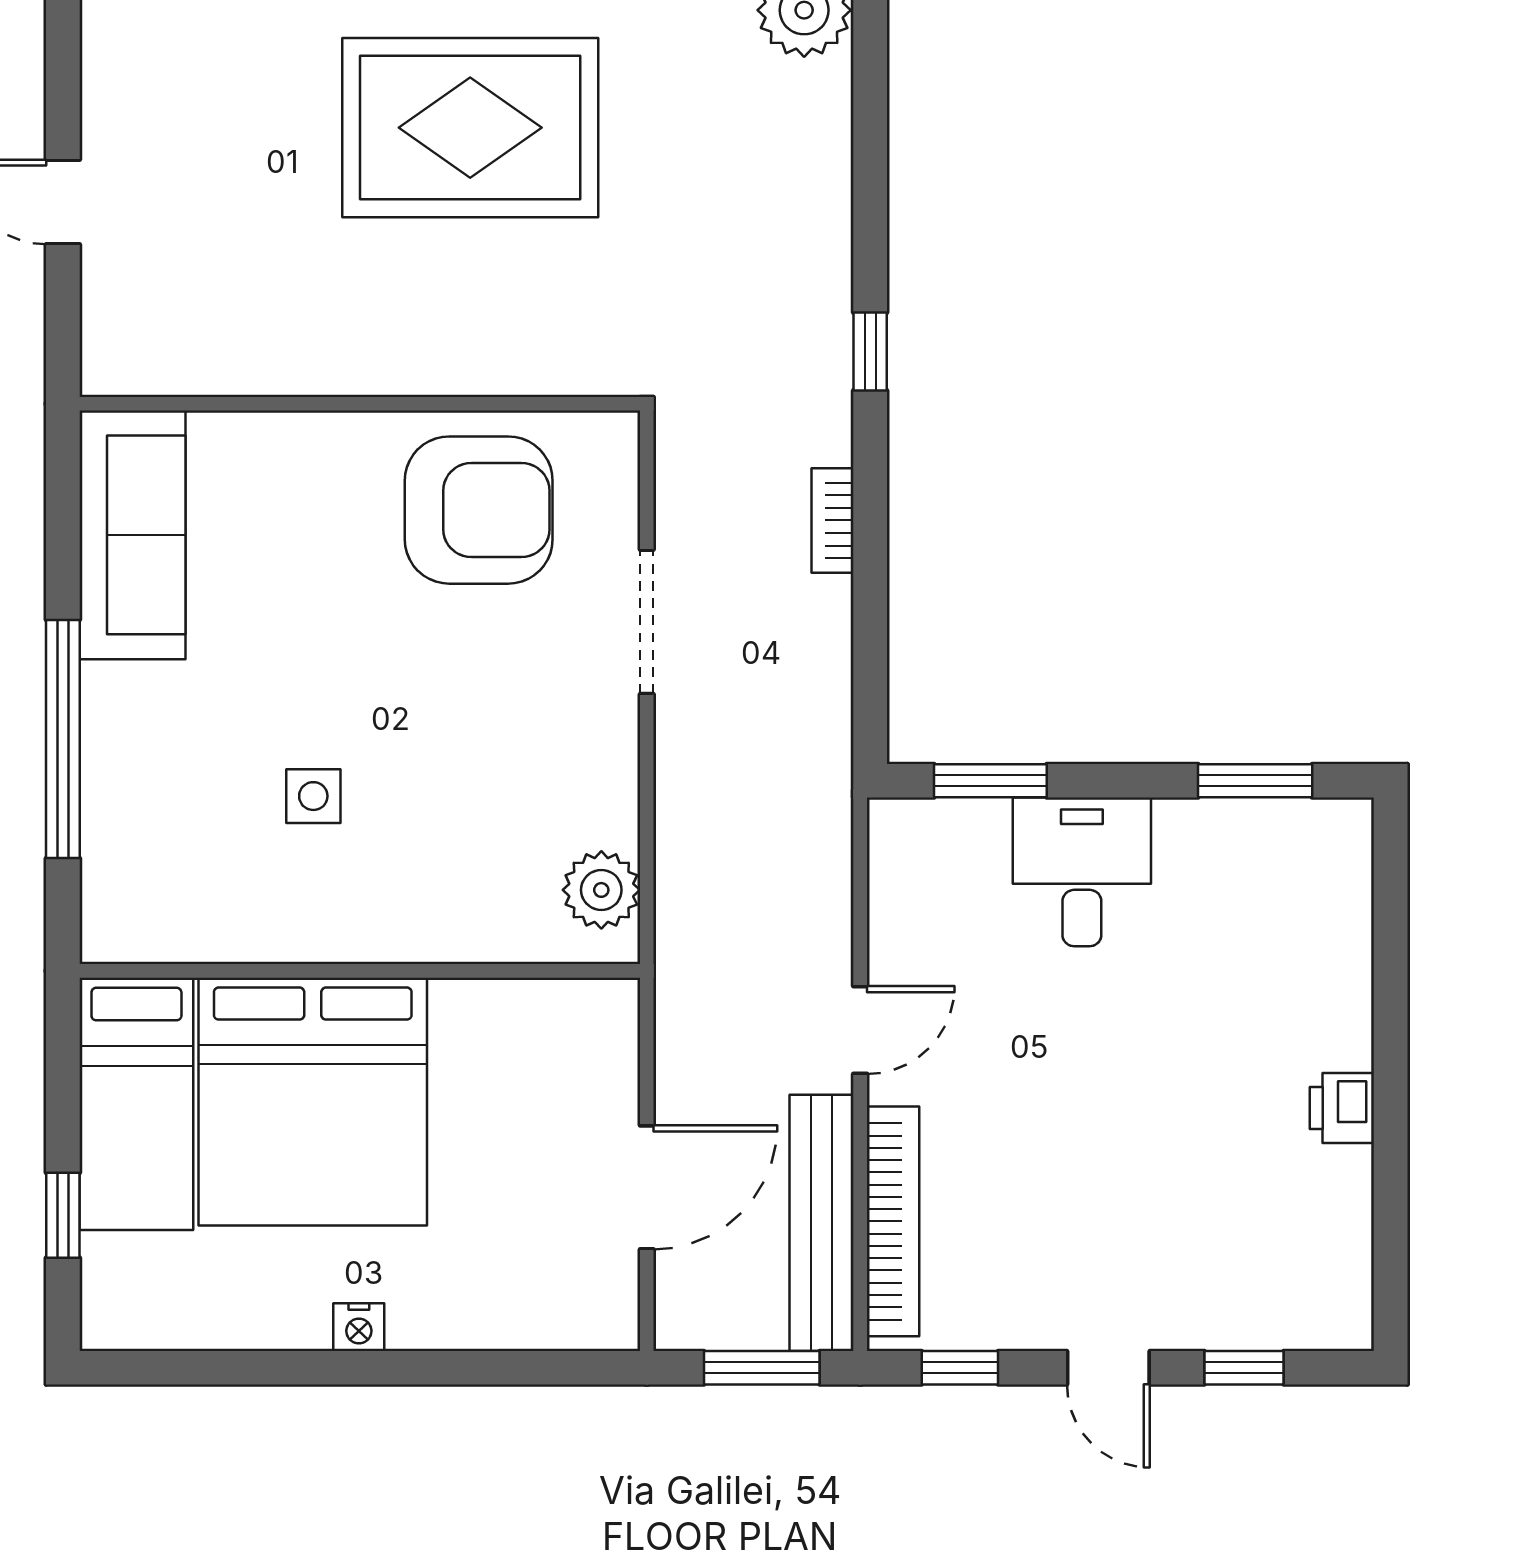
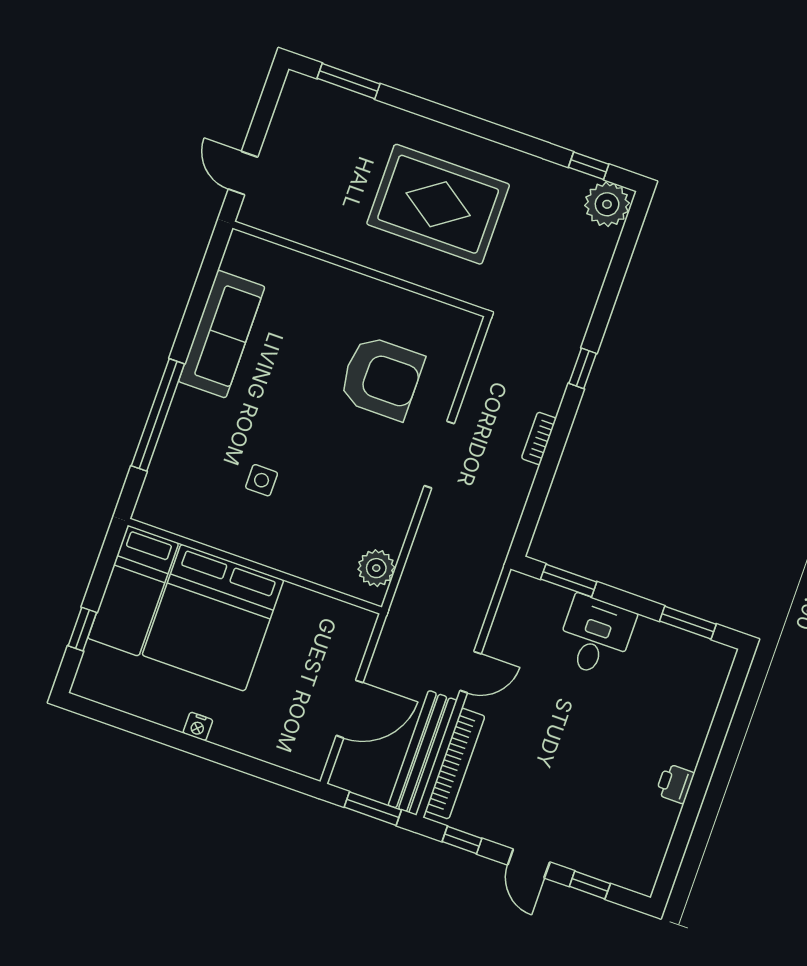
wall: (360, 404) -> (359, 269), moved

